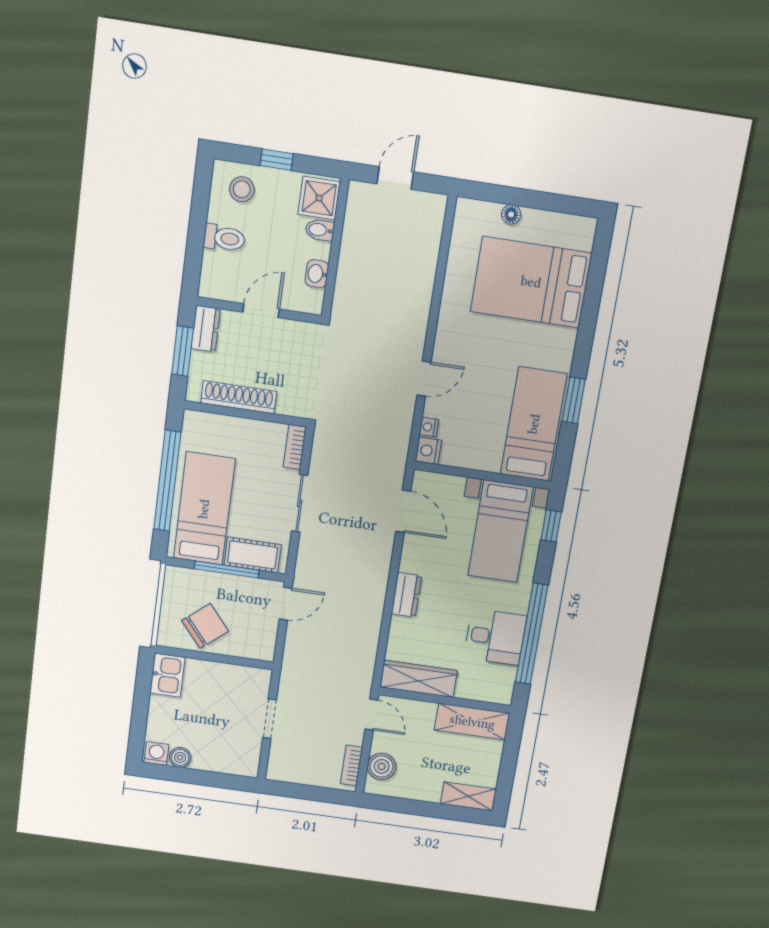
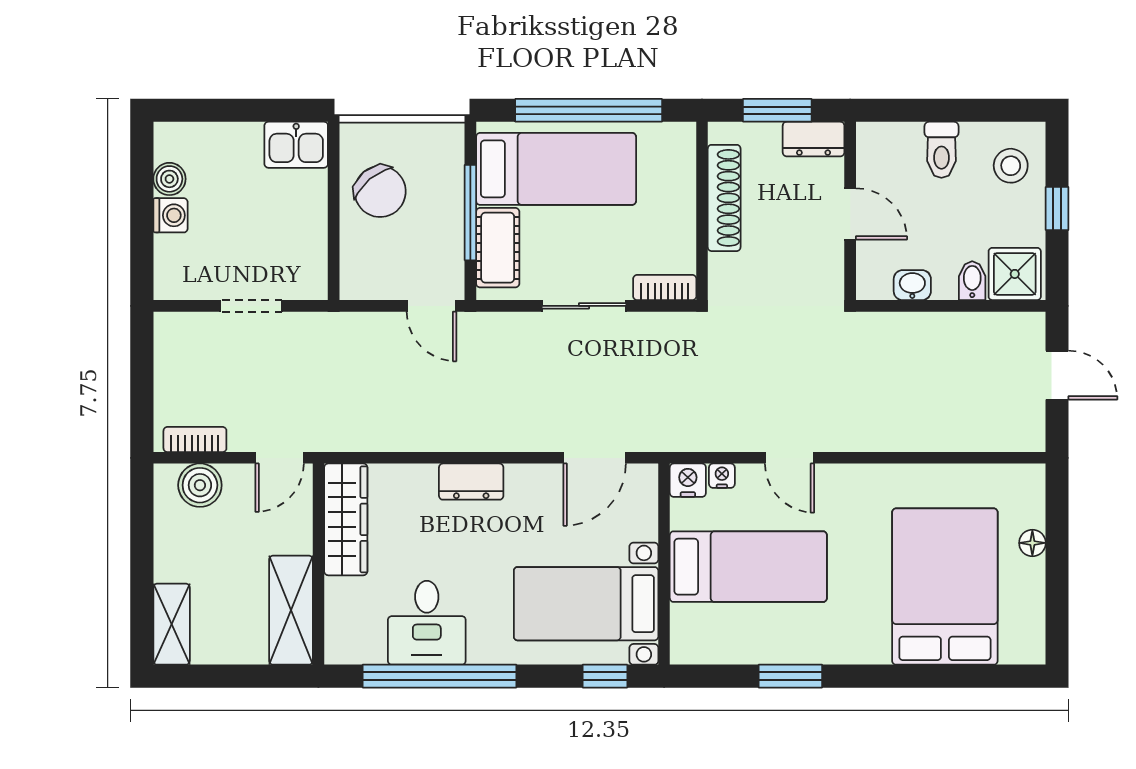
bed: (534, 424) -> (748, 567), moved
washing machine: (156, 753) -> (170, 215), moved

